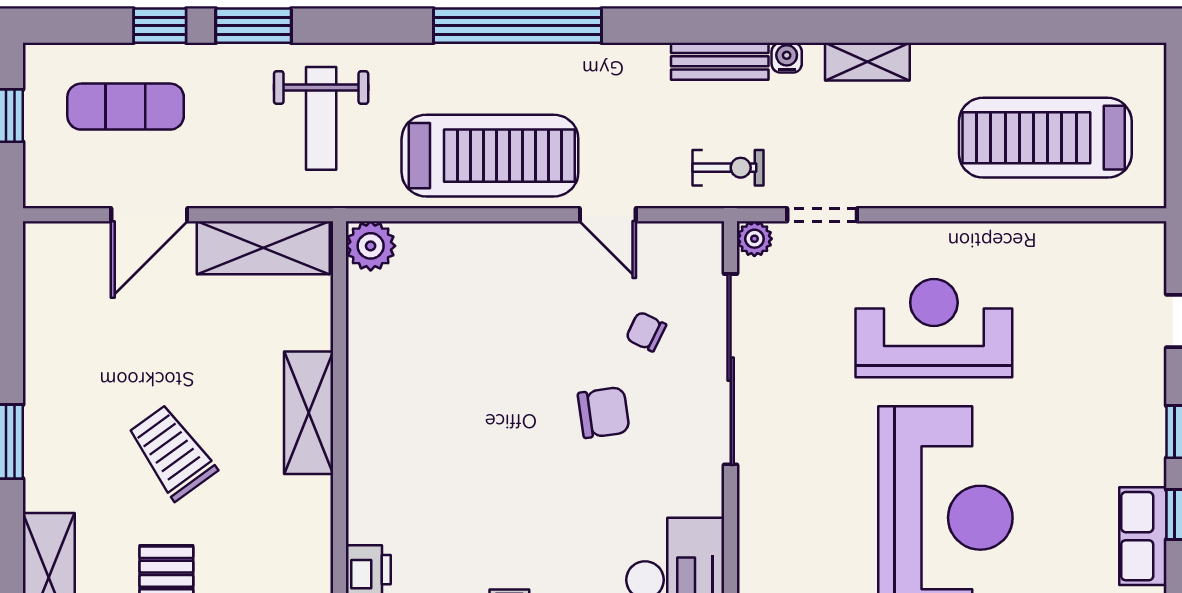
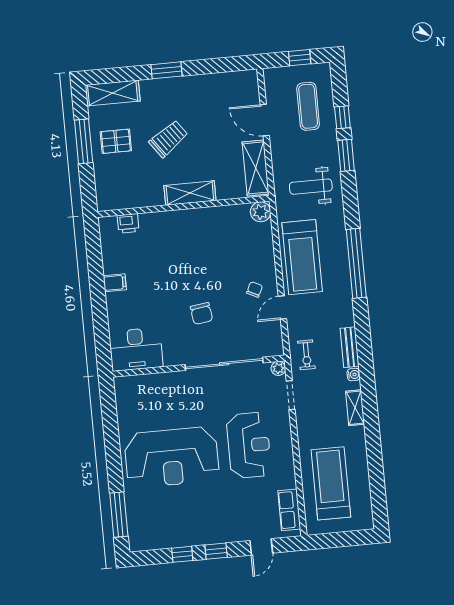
chair: (646, 332) -> (255, 289), moved
row of seats: (1143, 536) -> (289, 510), moved, turned -90

